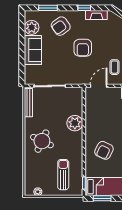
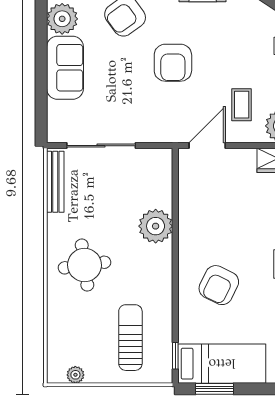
round table: (42, 141) -> (85, 265), turned -33

